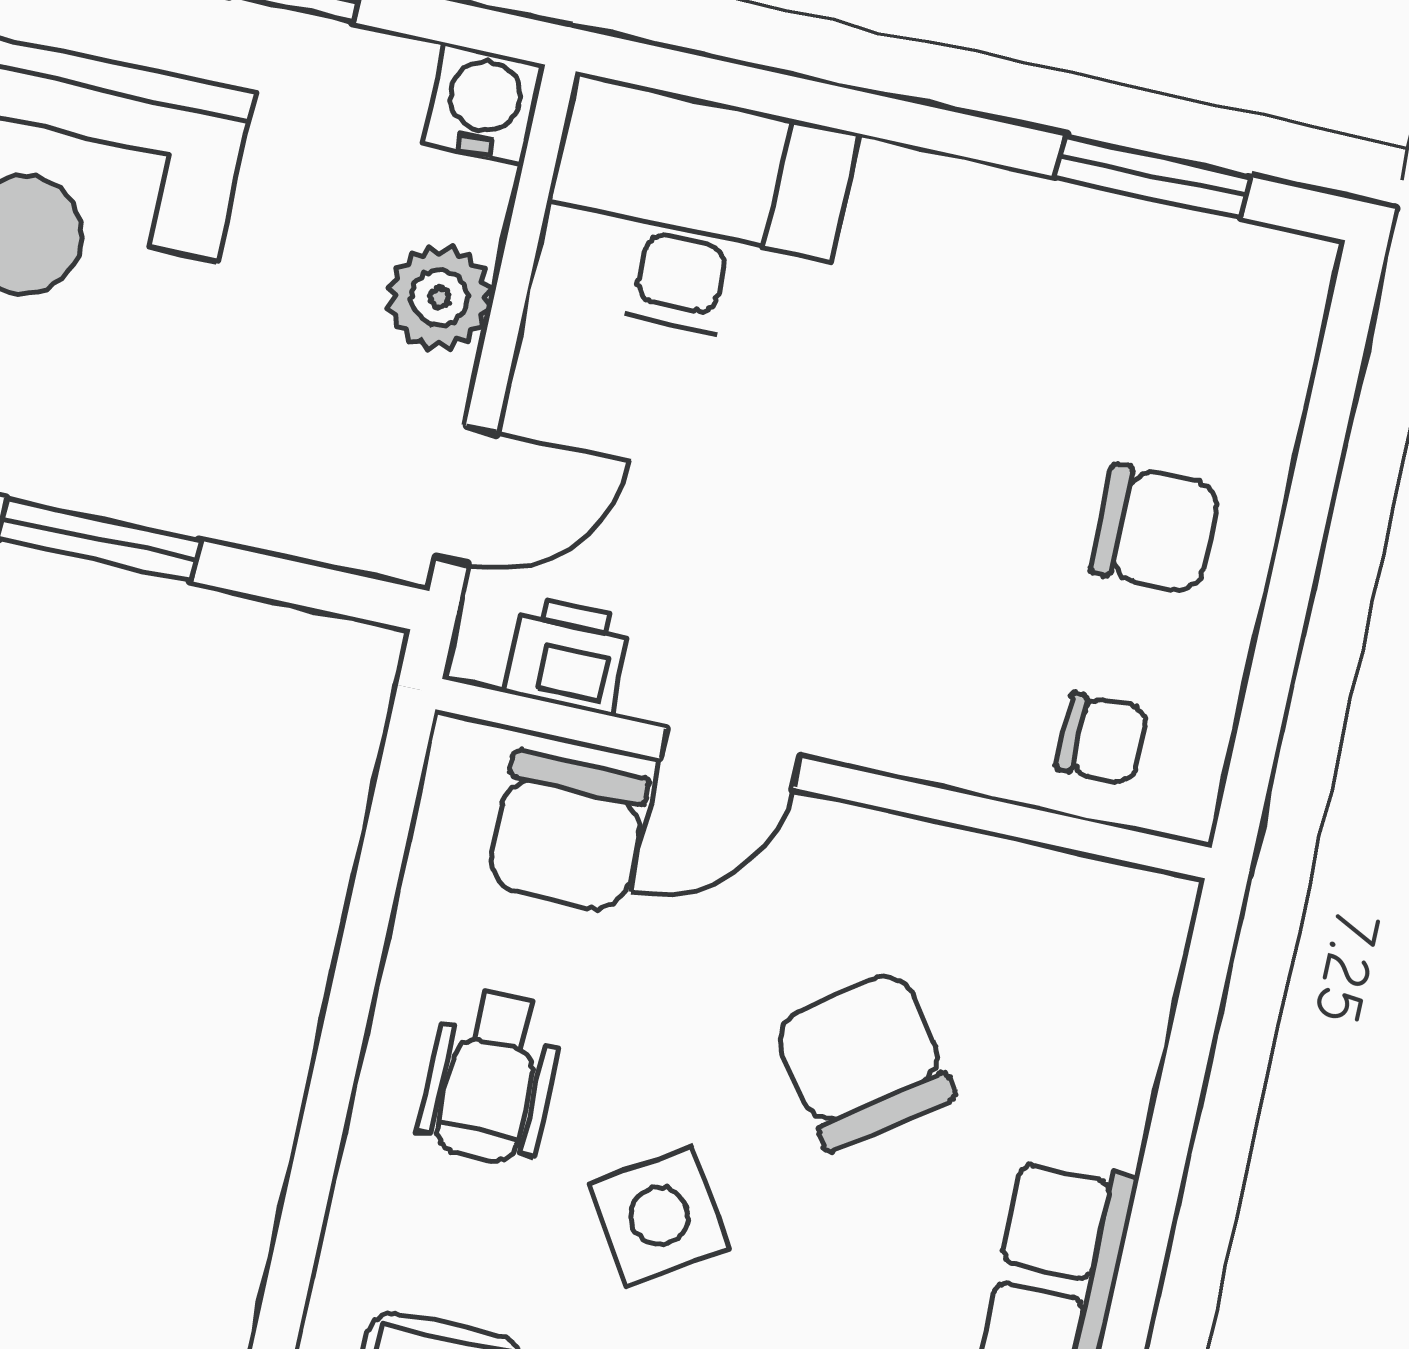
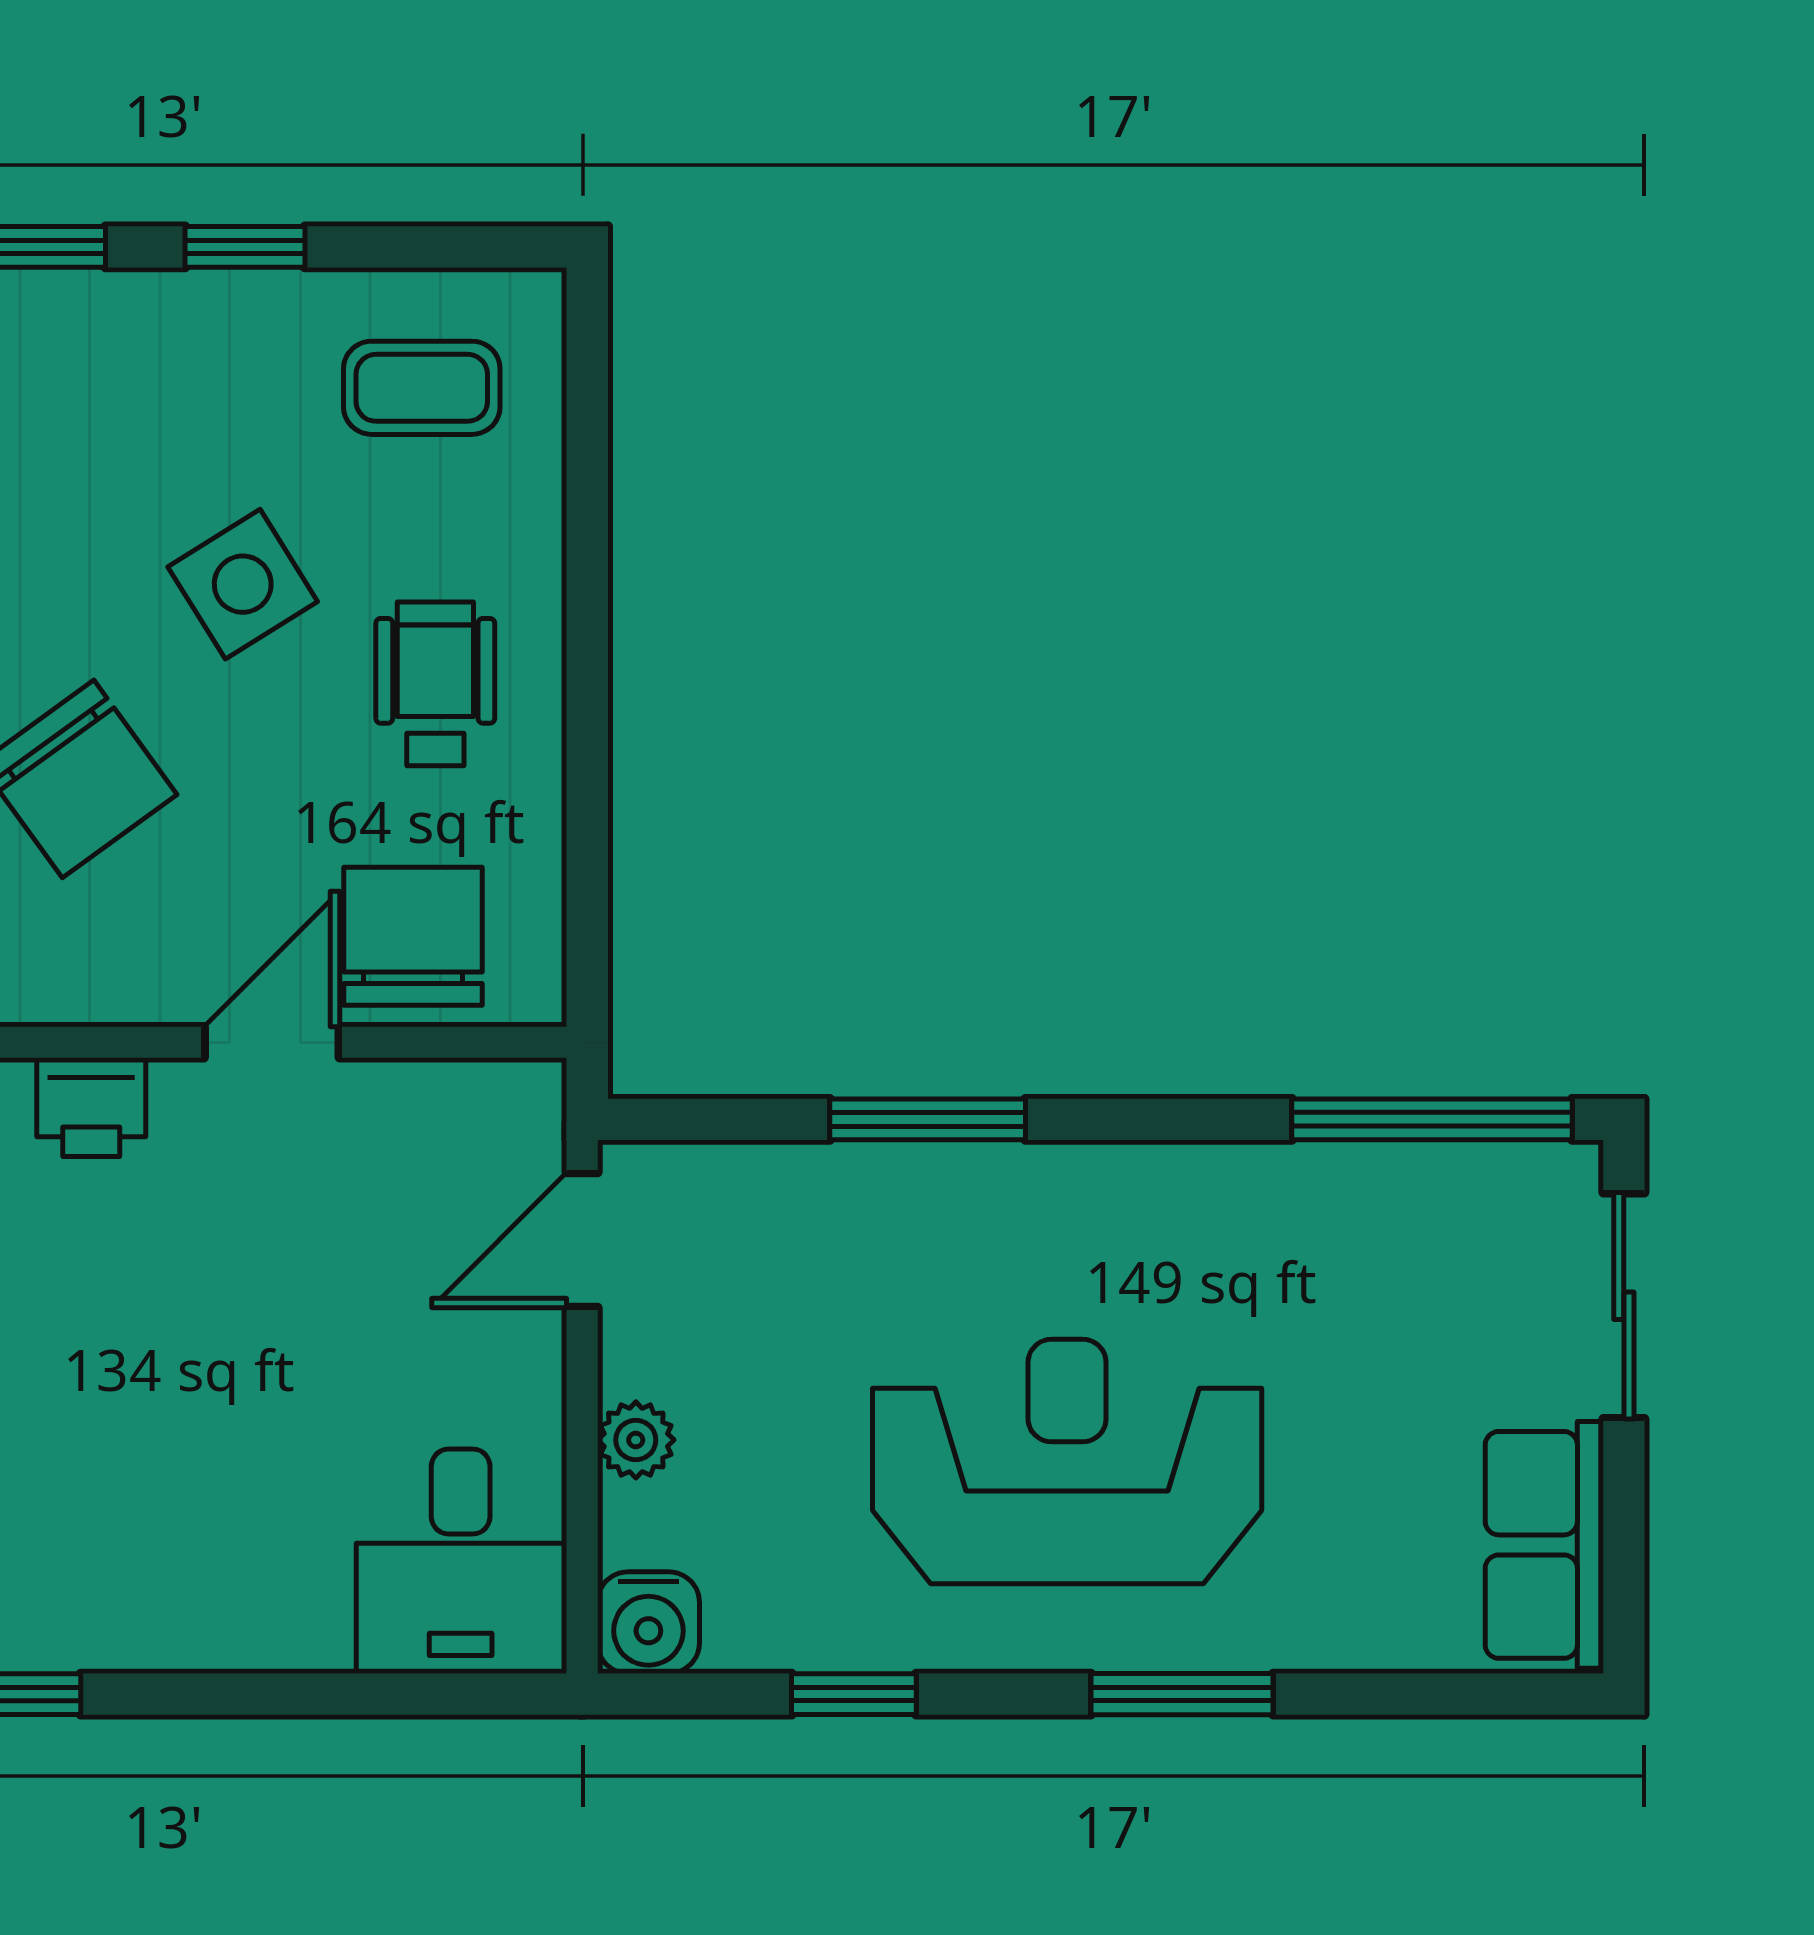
desk: (694, 213) -> (461, 1561), width x0.73
plant: (440, 298) -> (636, 1440), width x0.73, depth x0.73
printer: (567, 655) -> (91, 1107), moved

